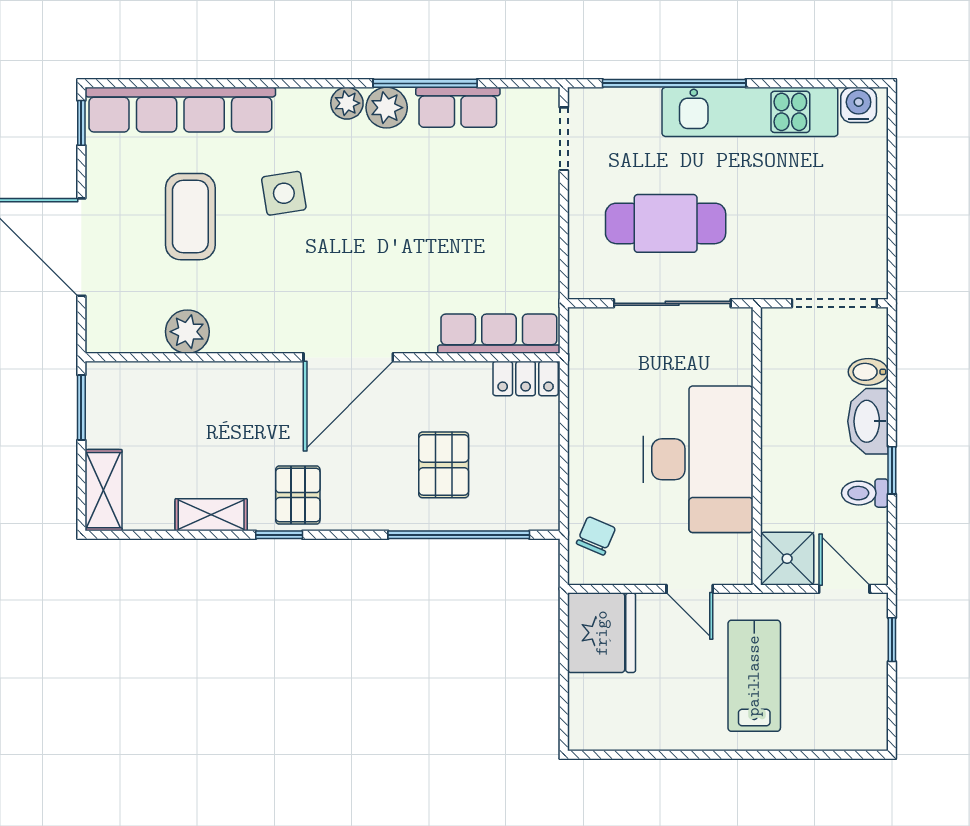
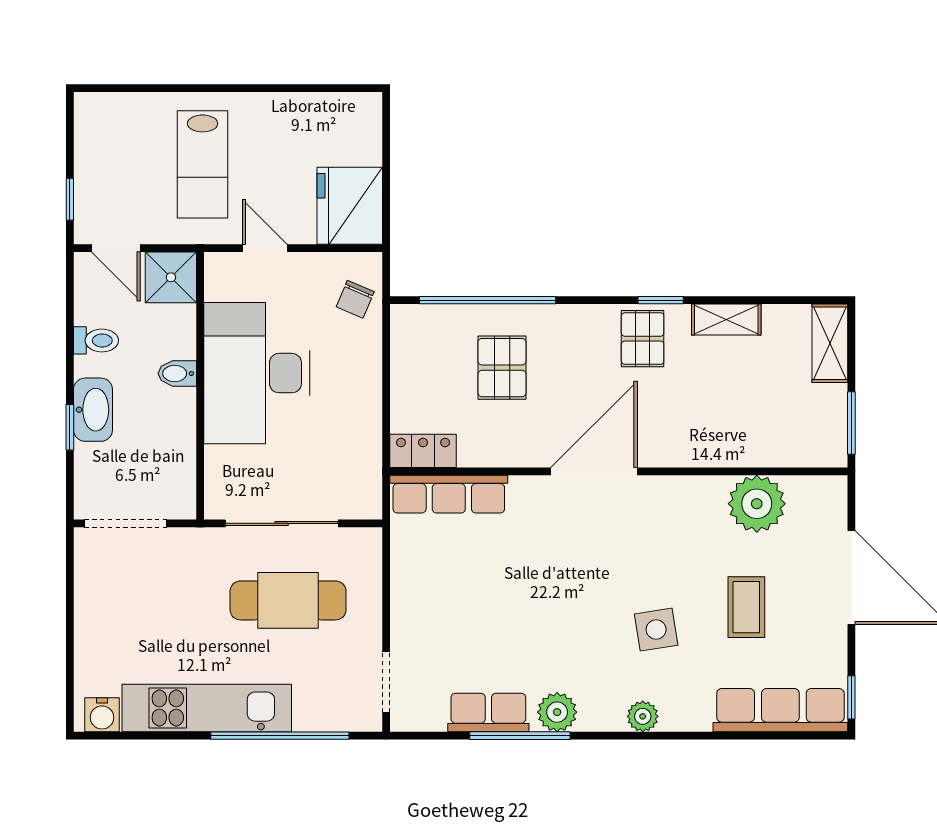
plant: (347, 103) -> (643, 716), moved
row of seats: (180, 110) -> (780, 710), width x0.73
coffee table: (190, 217) -> (746, 607), width x0.73, depth x0.77
plant: (187, 332) -> (757, 504), width x1.36, depth x1.36
bidet: (868, 372) -> (177, 373), moved, turned 180
window: (892, 470) -> (70, 427), moved

